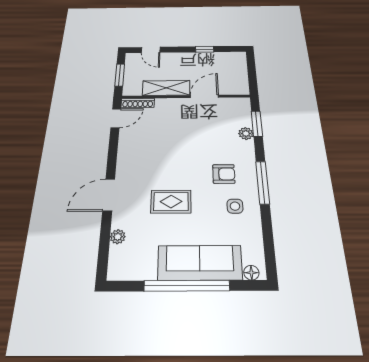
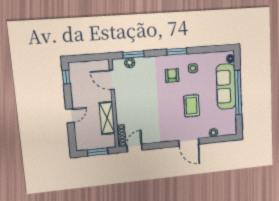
window: (205, 49) -> (66, 77), moved
door: (151, 50) -> (70, 116), moved
door: (204, 96) -> (112, 80), moved
door: (116, 118) -> (135, 148), hinge flipped
plant: (246, 133) -> (130, 63), moved
window: (263, 183) -> (177, 52), width x0.69

